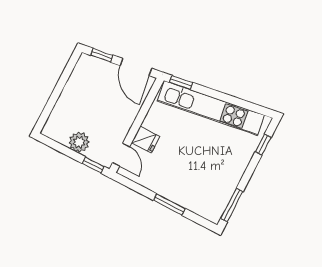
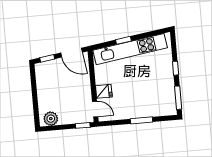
window: (181, 82) -> (123, 40), moved
plant: (79, 142) -> (51, 119), moved
window: (263, 145) -> (176, 68), moved

